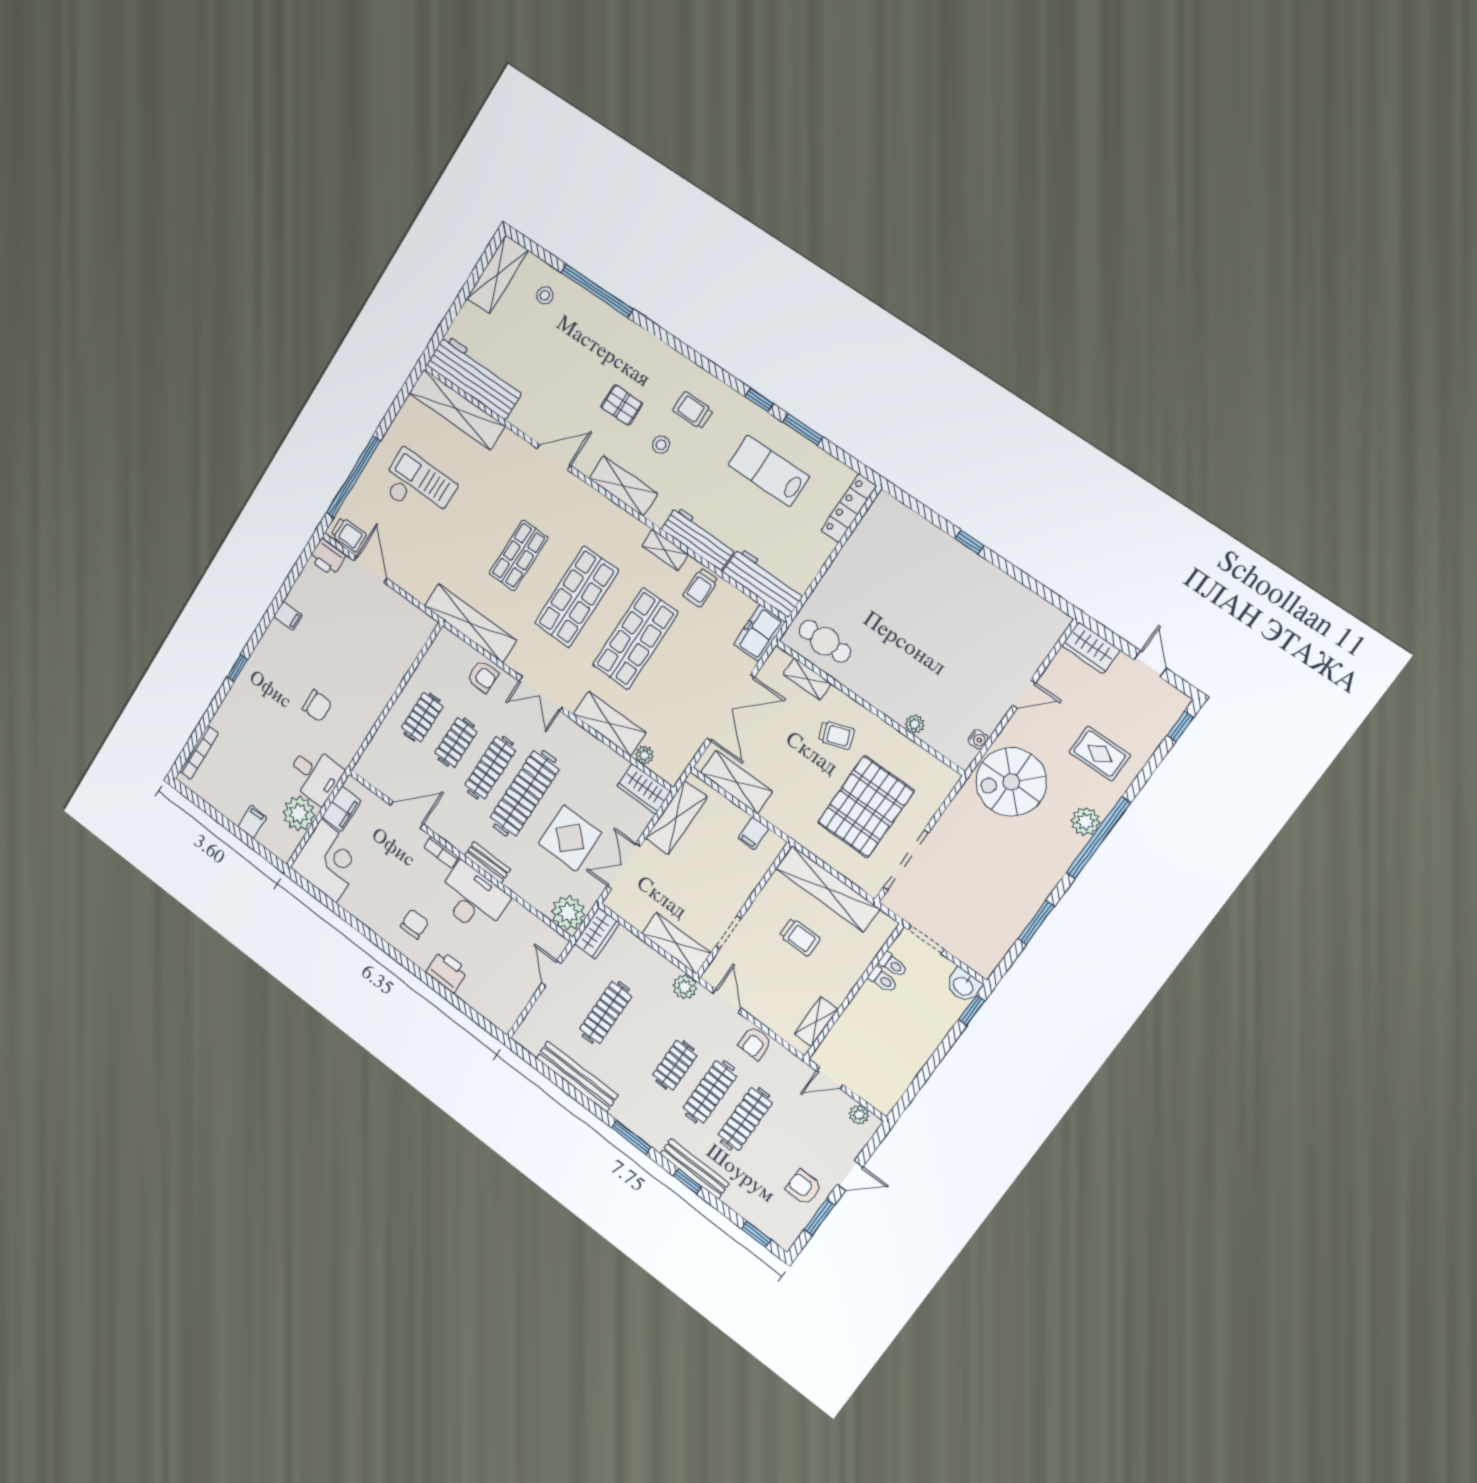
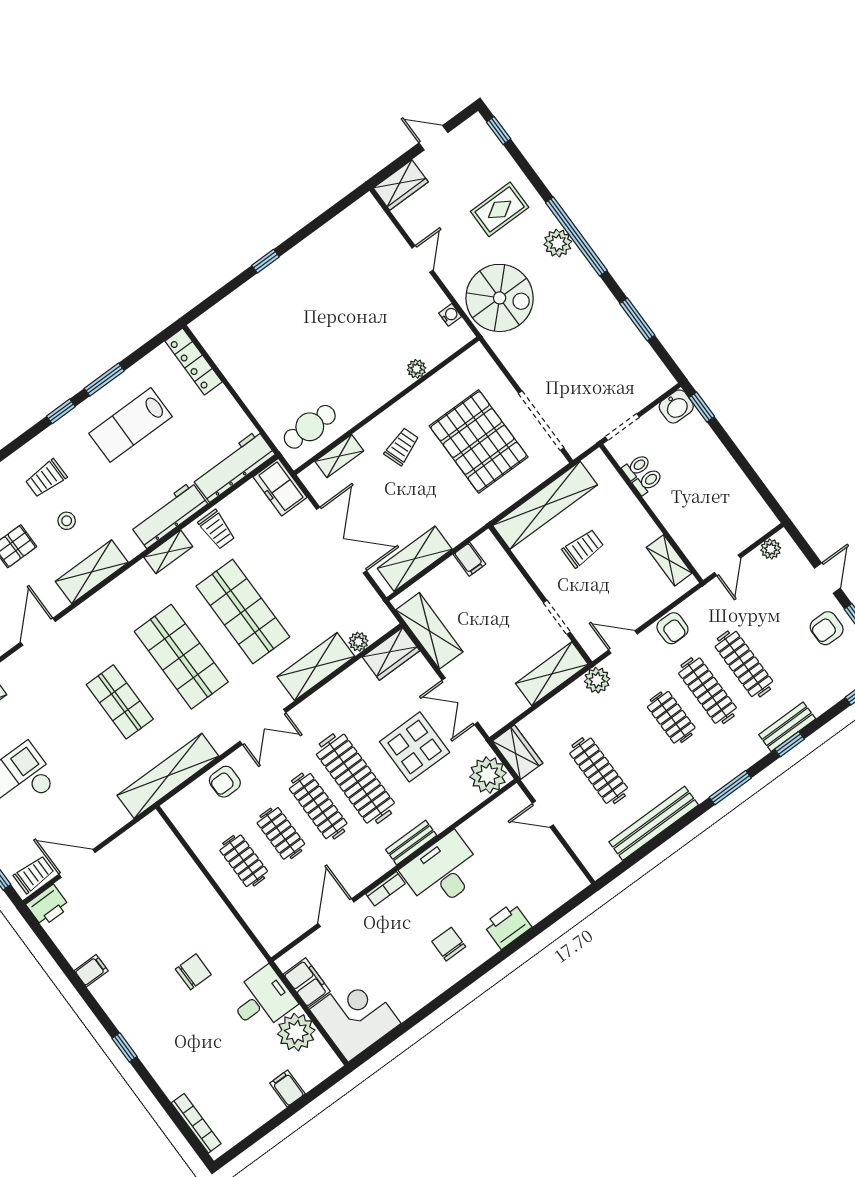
armchair: (483, 676) -> (225, 782), turned 180
spiral stairs: (1011, 782) -> (500, 298), turned -90
bench: (695, 1169) -> (787, 727), width x0.73

